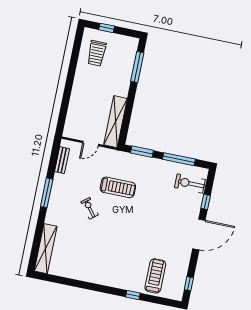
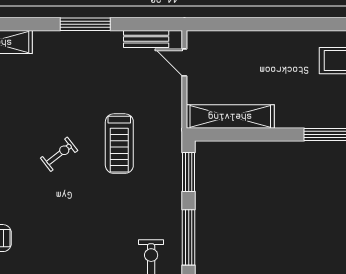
door: (91, 143) -> (184, 63), moved
exercise bike: (90, 208) -> (59, 154), moved

